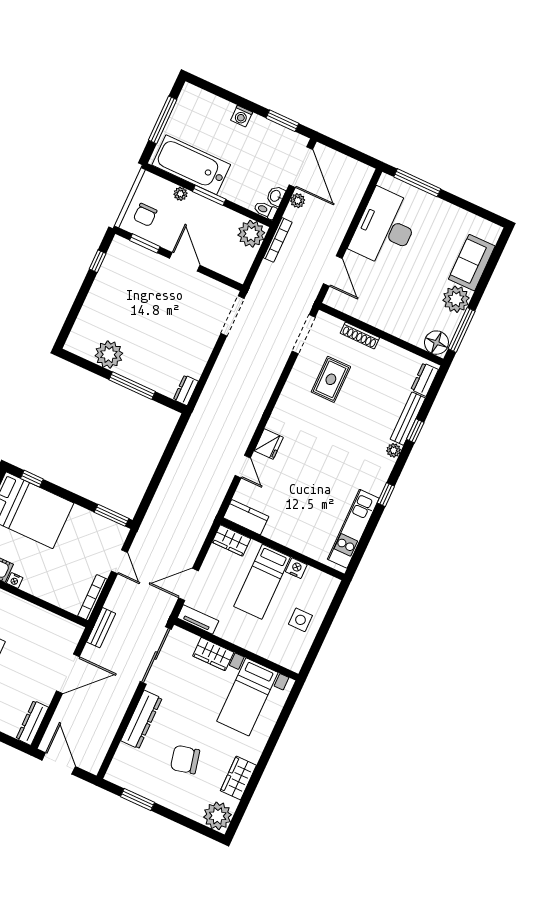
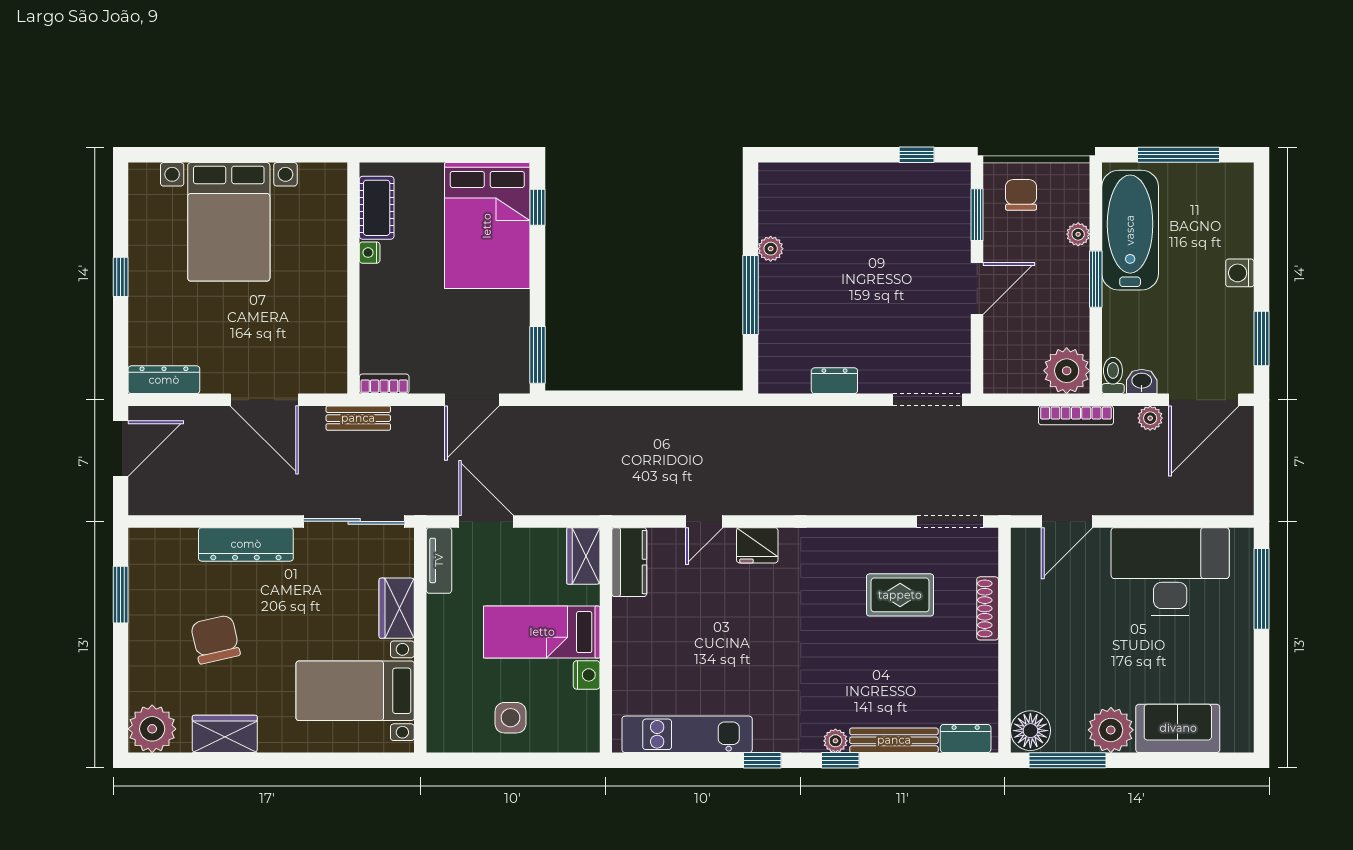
chair: (145, 215) -> (1021, 195), turned 90
plant: (109, 355) -> (771, 249), width x0.53, depth x0.53
dresser: (186, 390) -> (834, 381), moved
window: (415, 431) -> (840, 760), moved
door: (119, 562) -> (472, 400), width x1.38
bookcase: (93, 598) -> (384, 384), width x0.64

